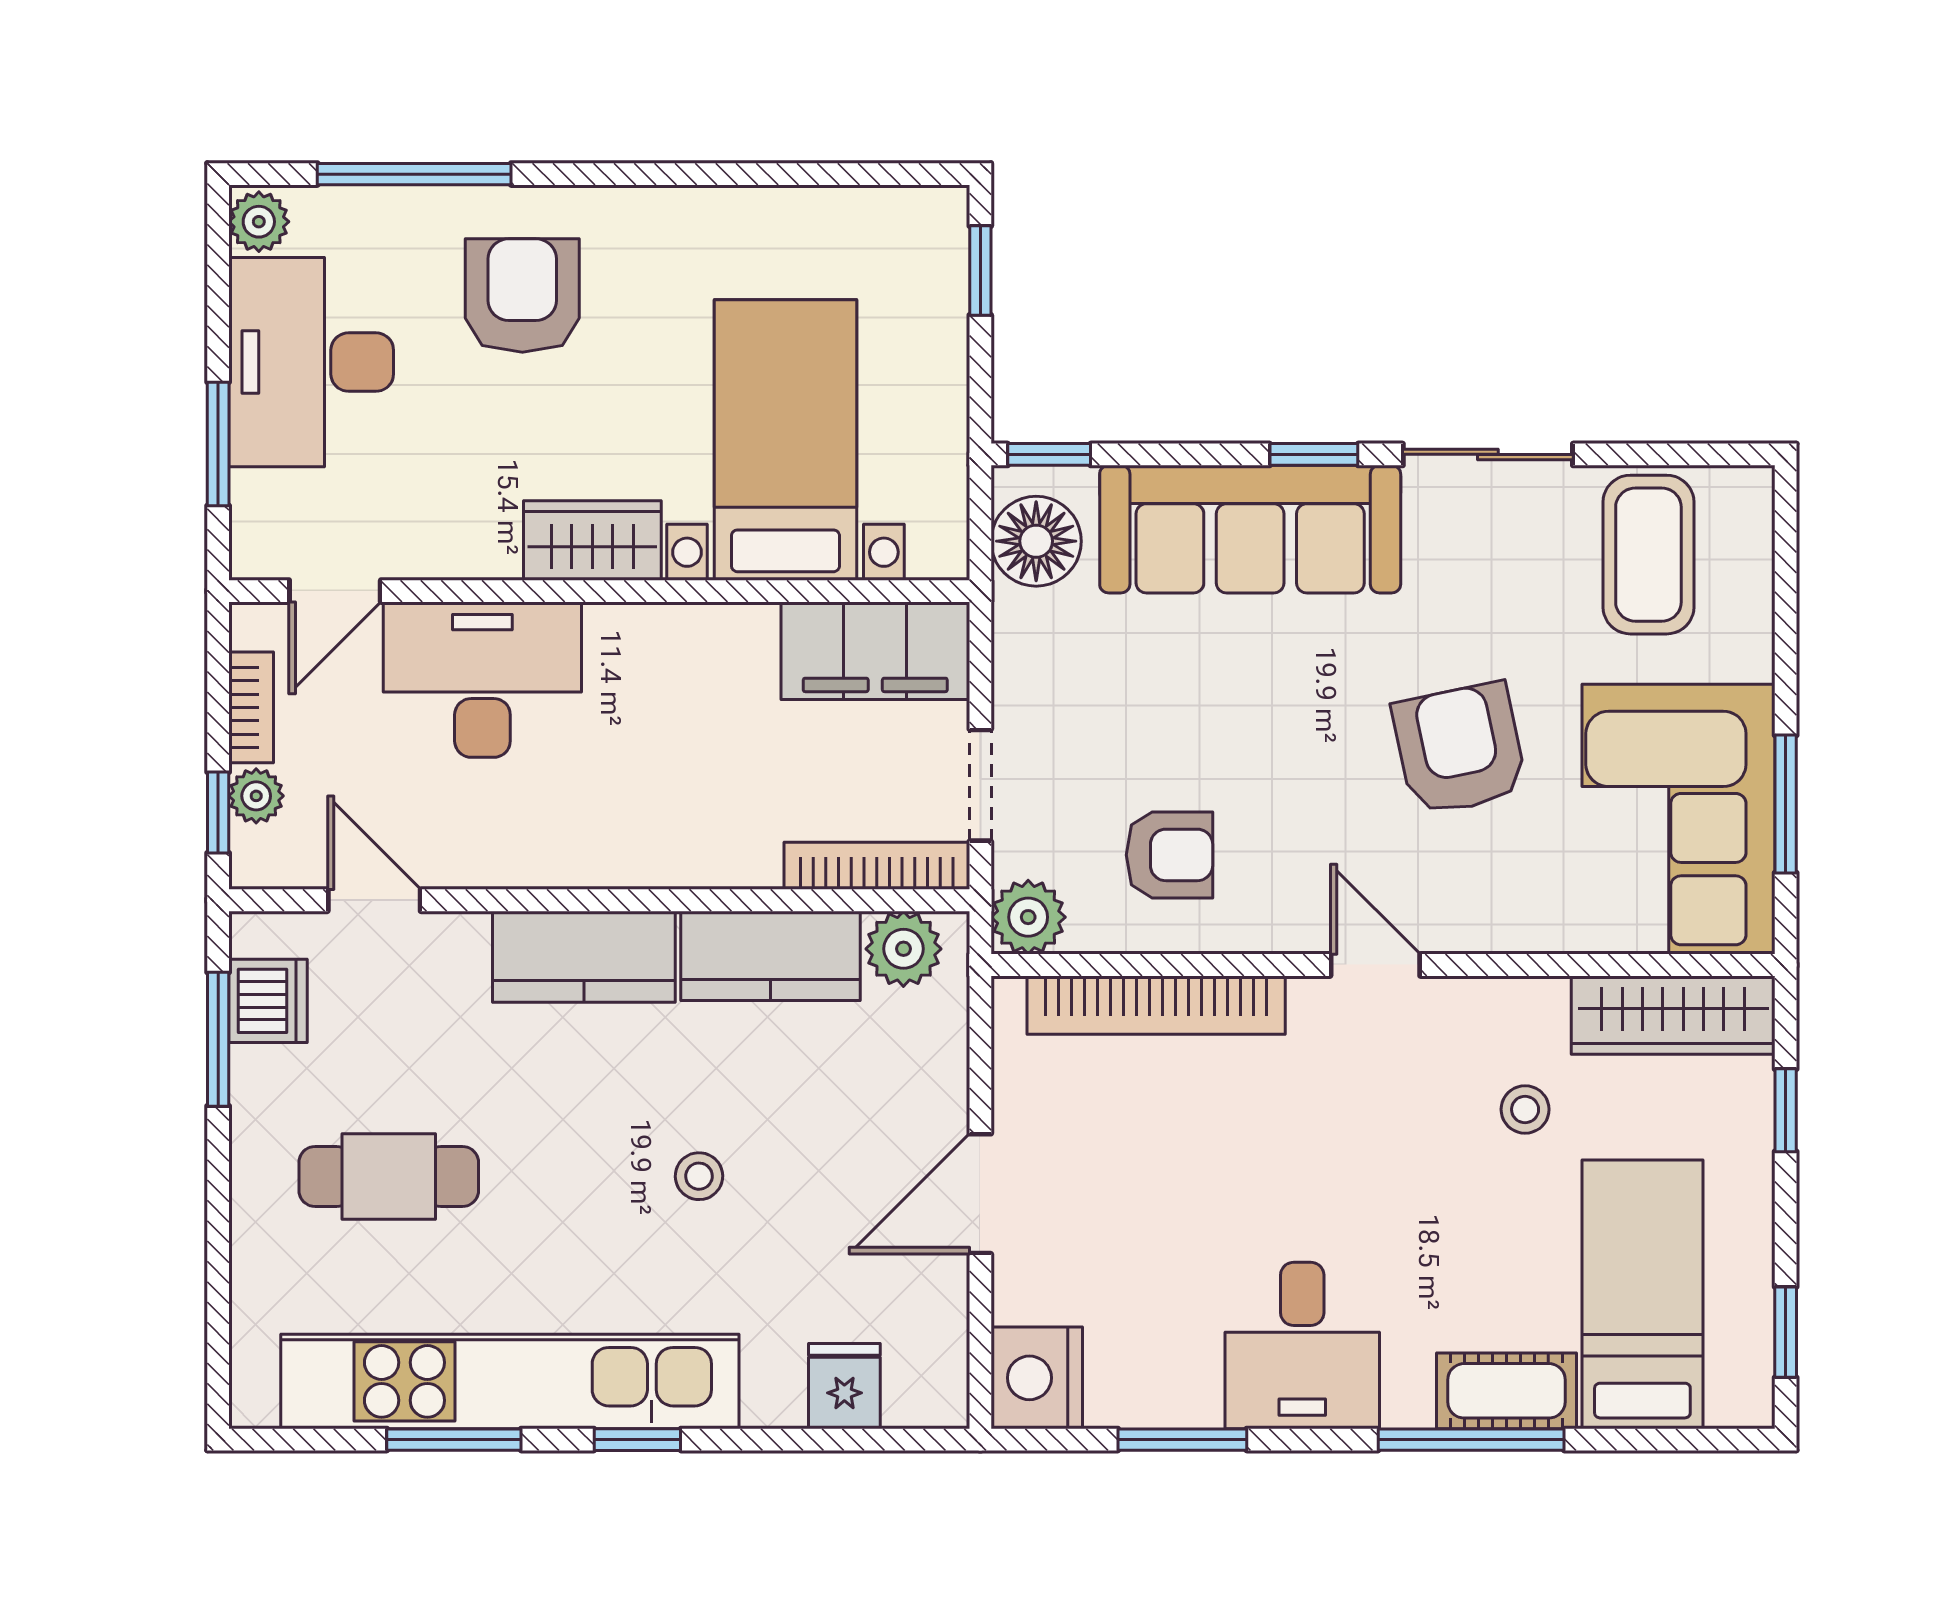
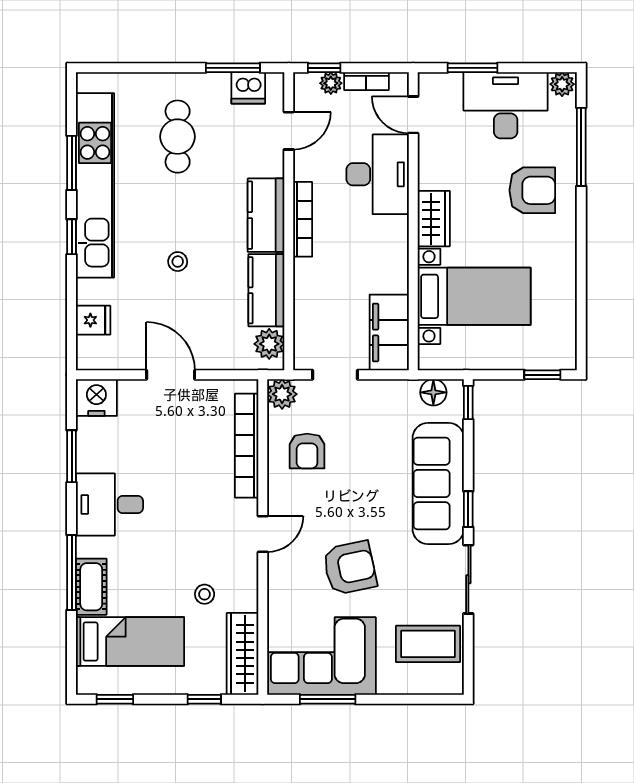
floor lamp: (1036, 541) -> (433, 392), width x0.73, depth x0.73
bookcase: (877, 866) -> (303, 219), moved

